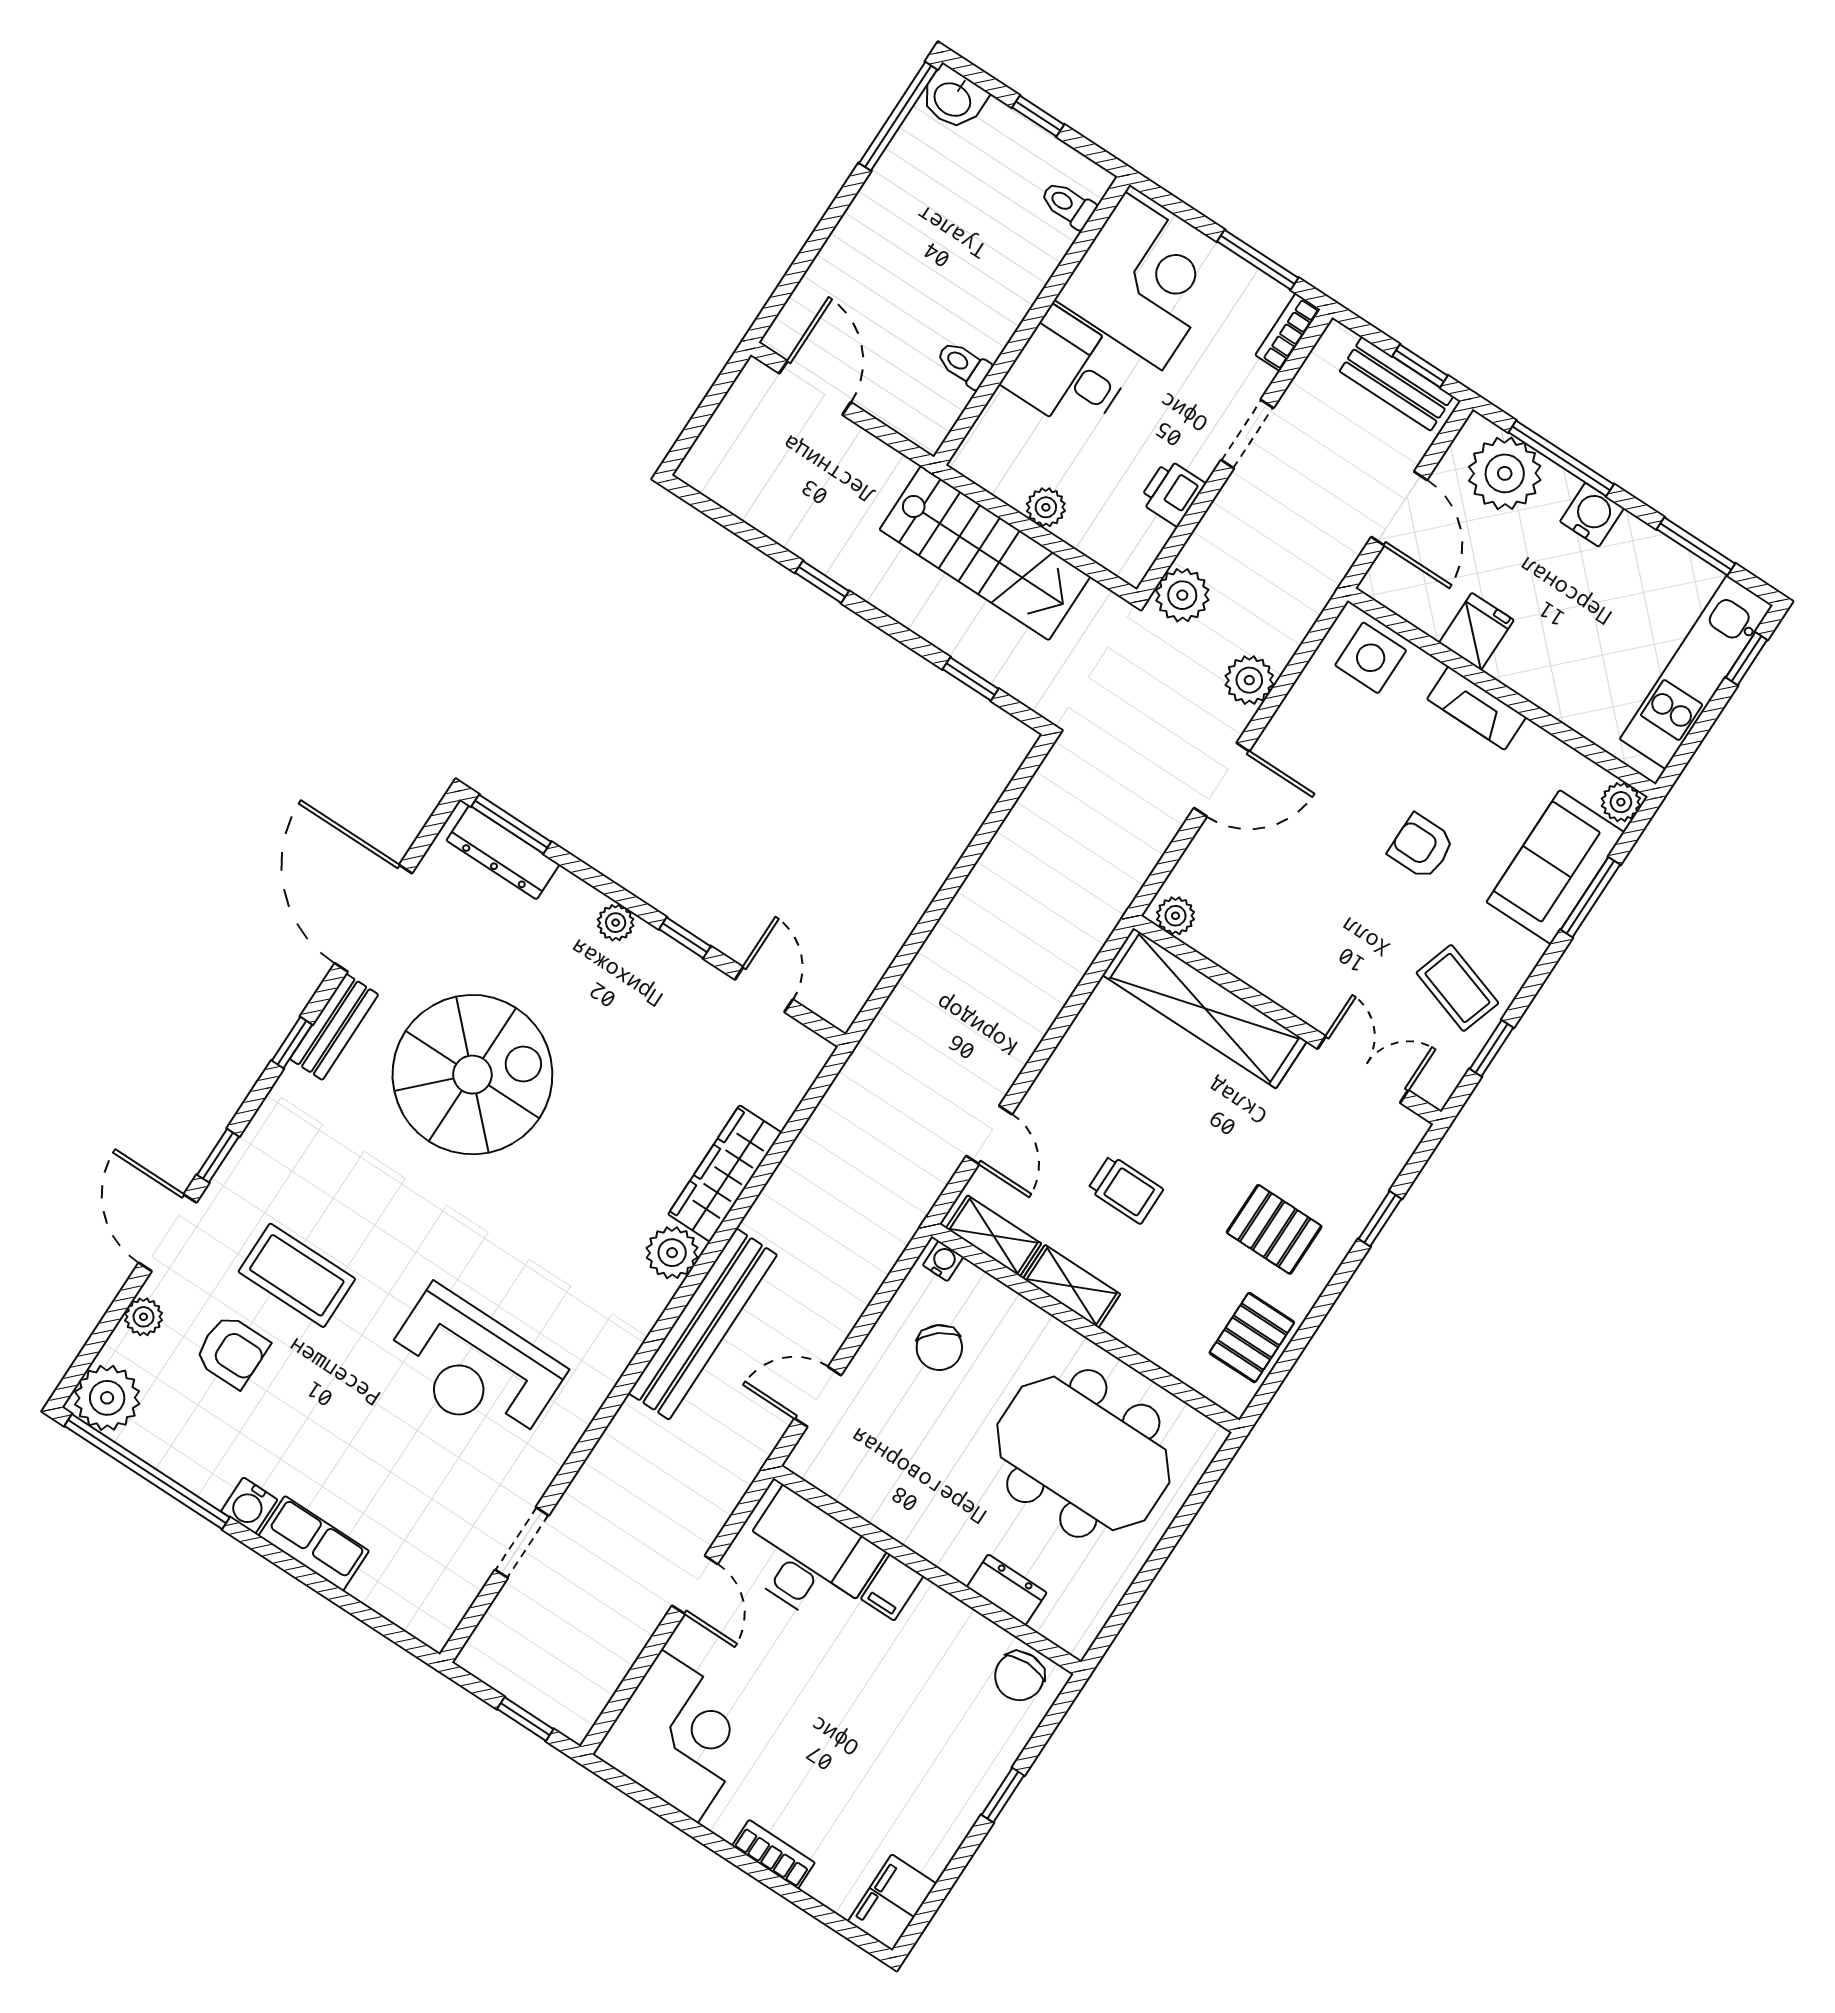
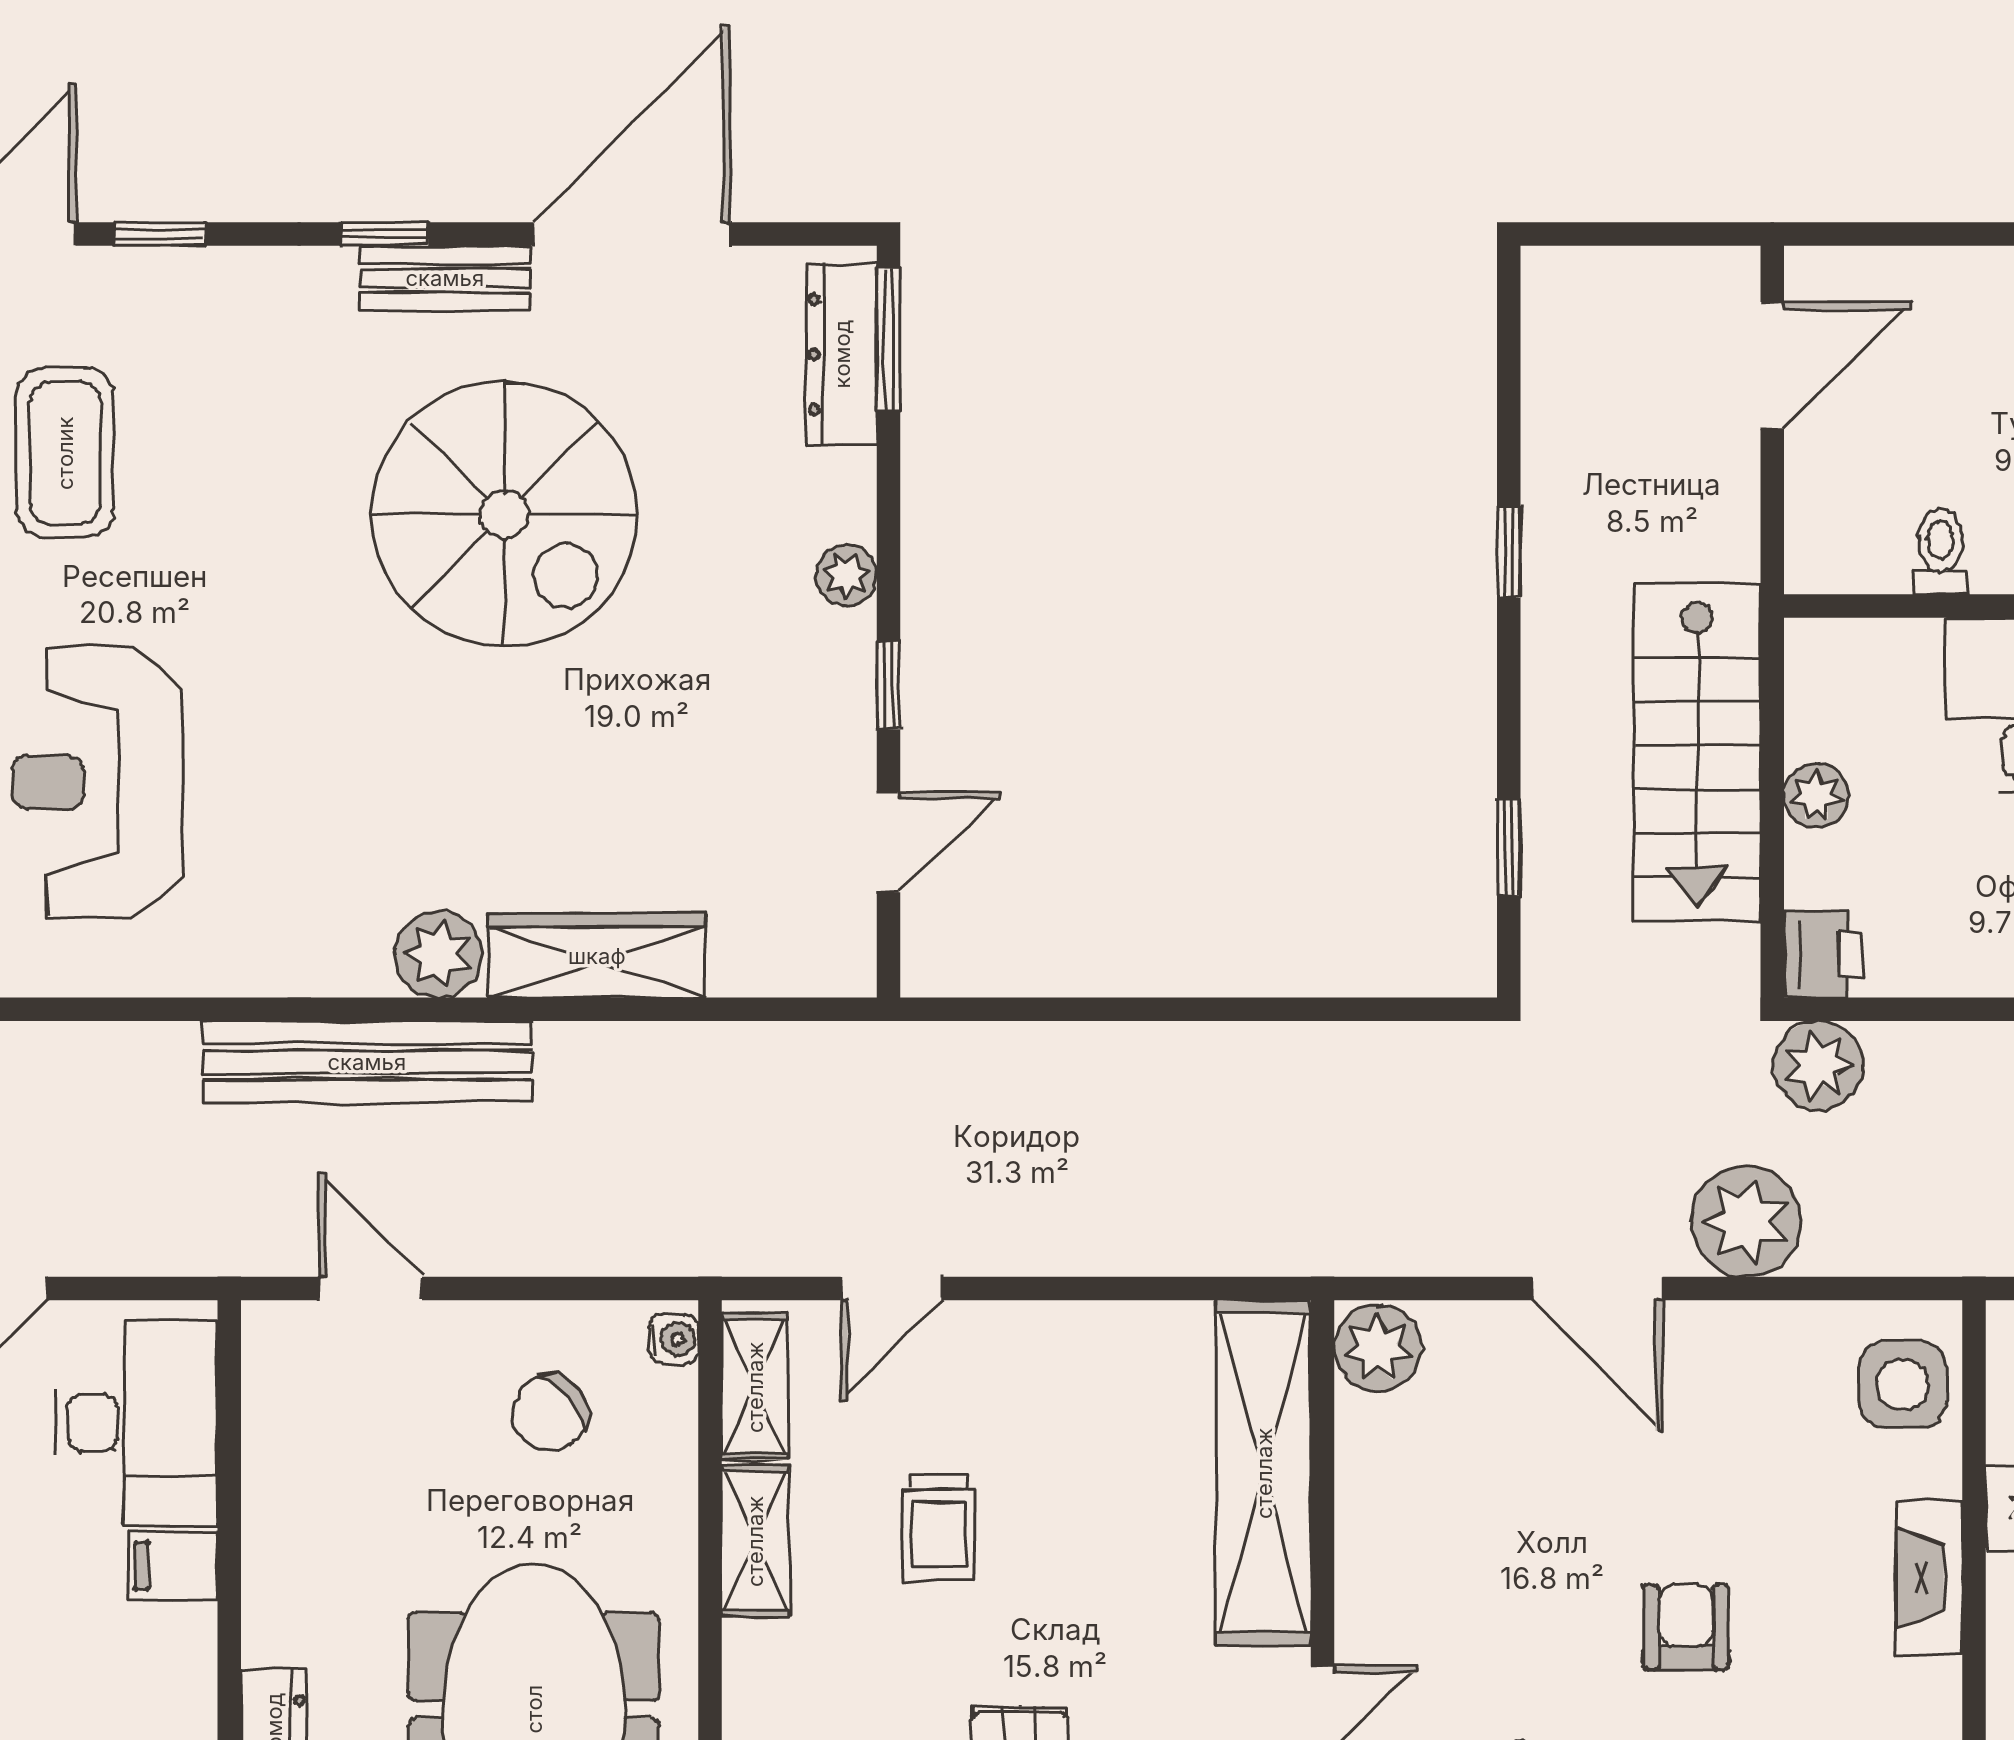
printer: (1172, 493) -> (1824, 954), moved, turned 90
plant: (1249, 680) -> (1746, 1221), width x1.36, depth x1.36
plant: (1176, 916) -> (1378, 1348), width x1.38, depth x1.38

